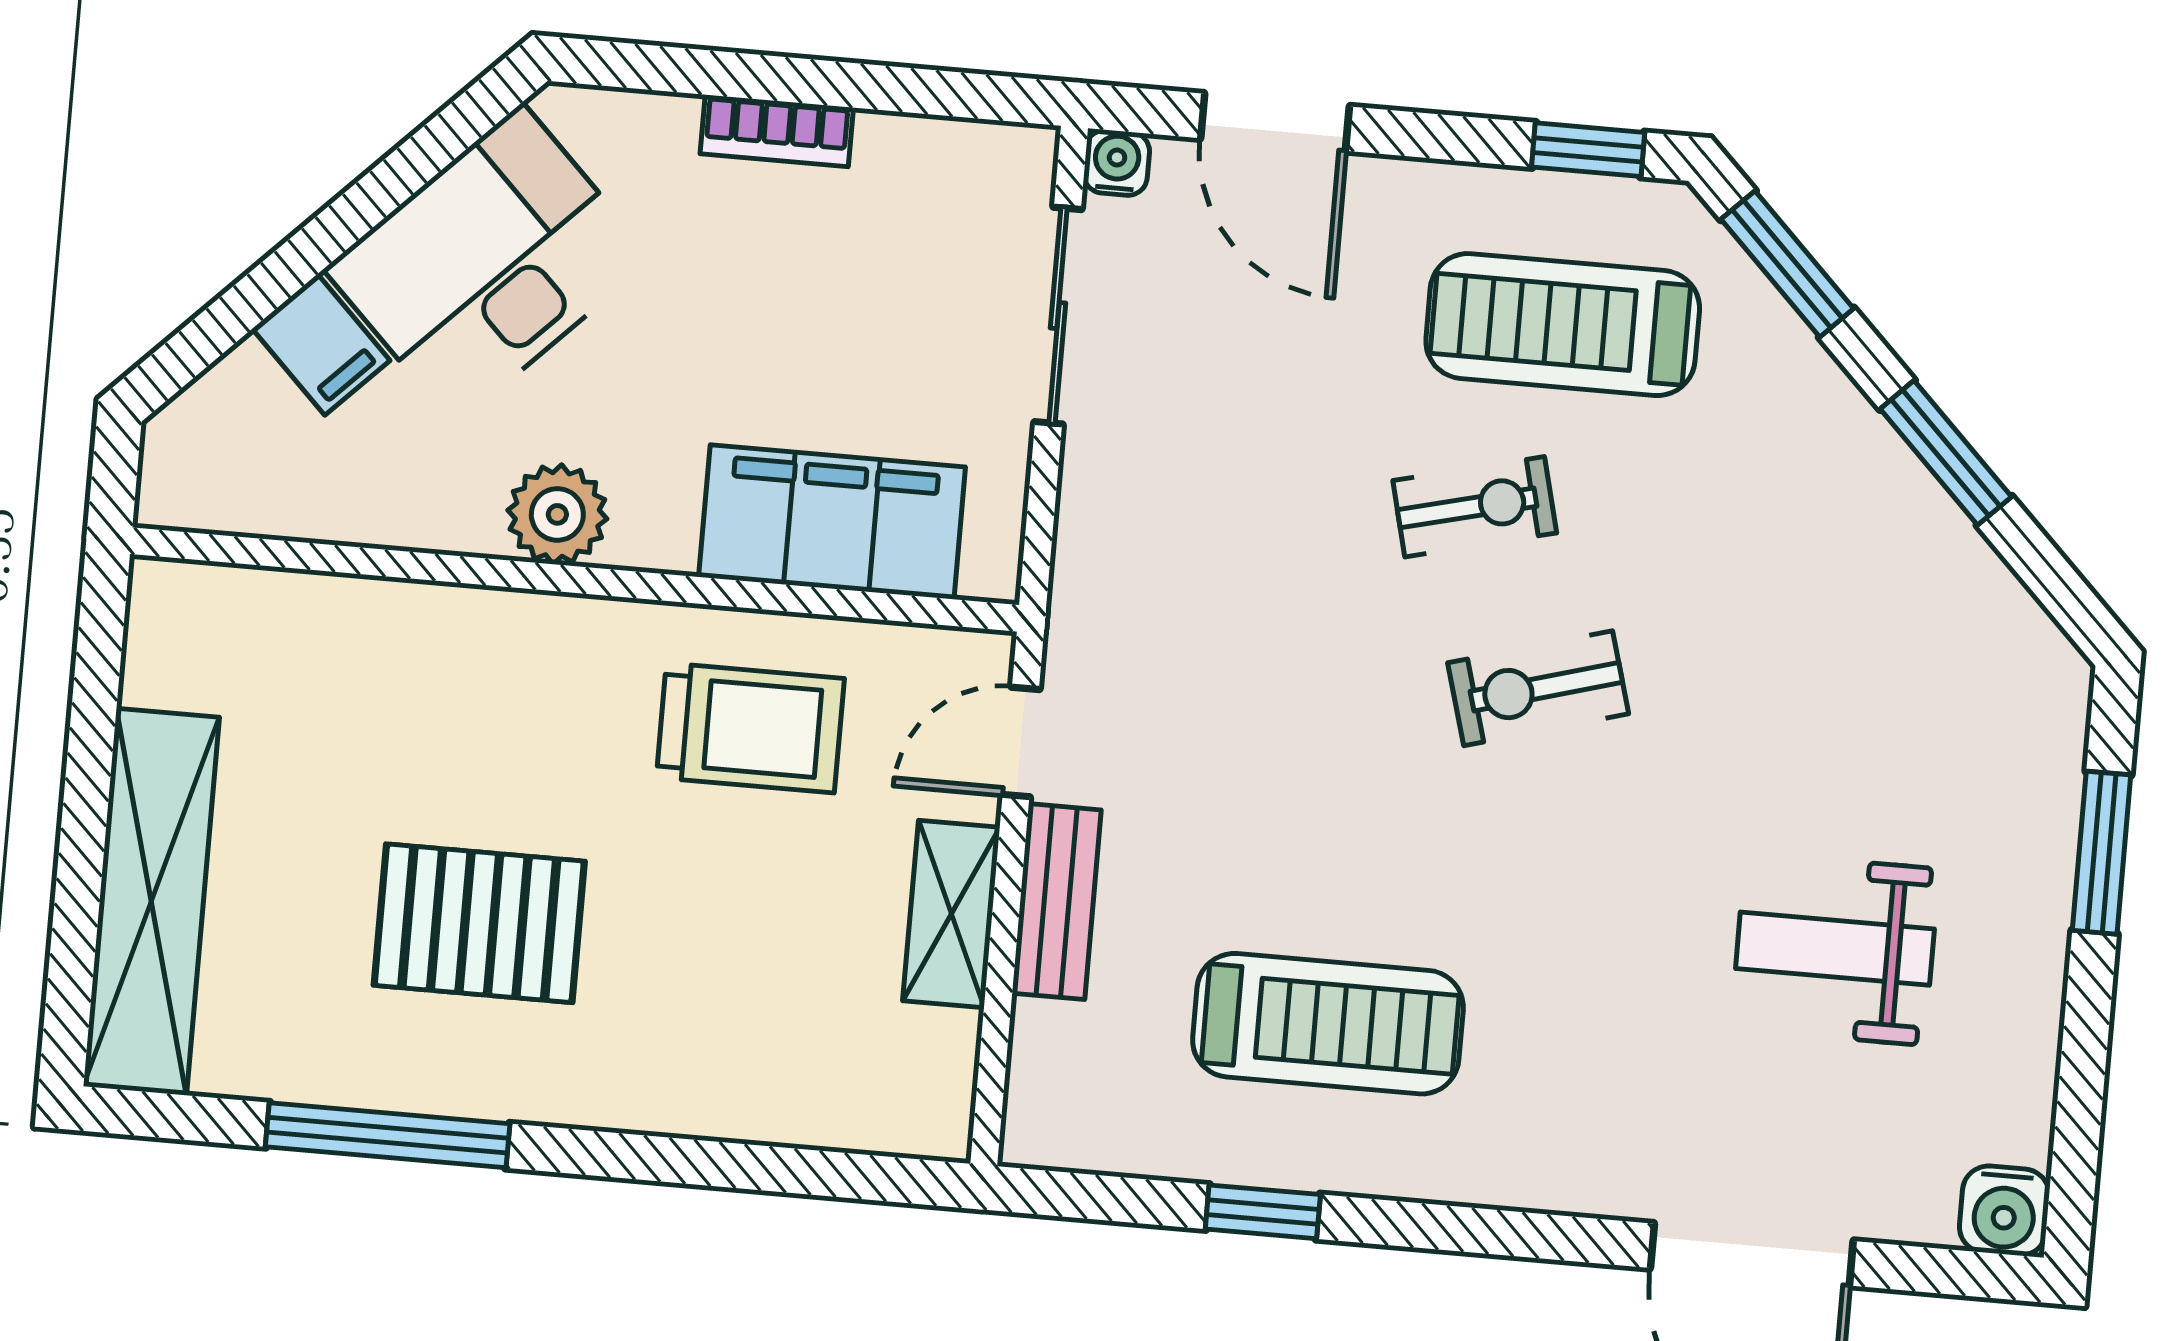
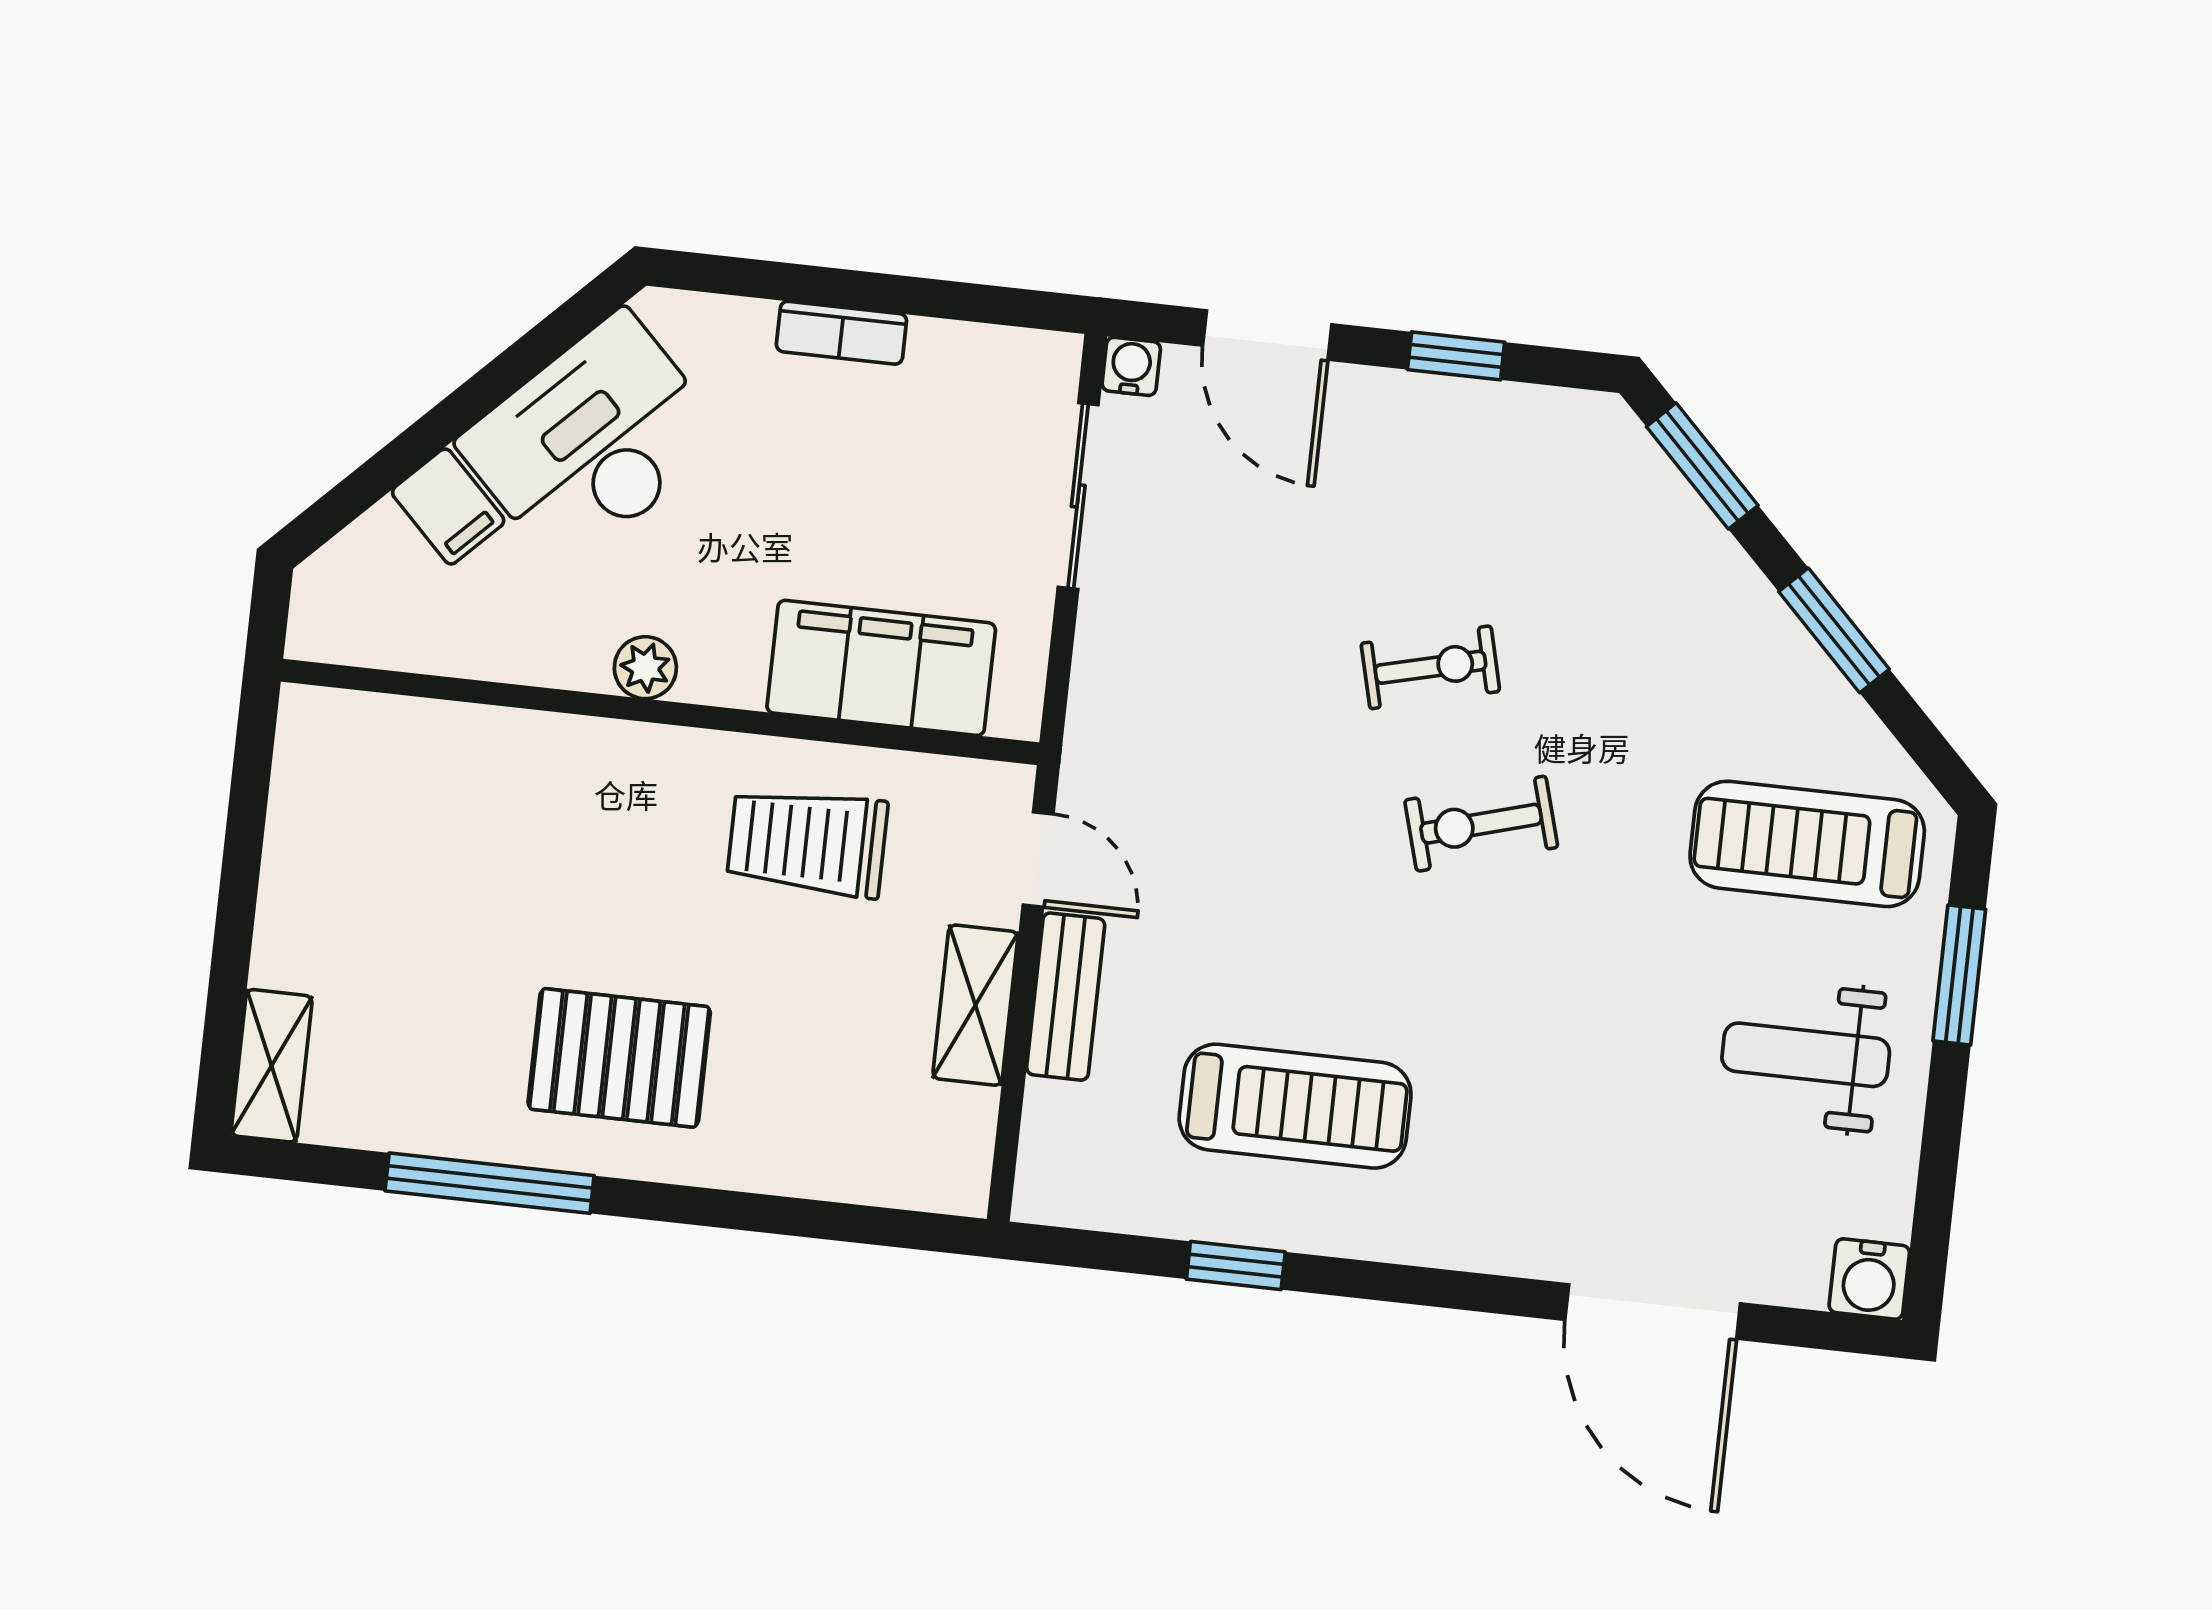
window: (1588, 150) -> (1456, 356), moved
treadmill: (1563, 325) -> (1807, 844), moved
plant: (557, 514) -> (645, 668), width x0.73, depth x0.73
trolley: (750, 728) -> (807, 842), turned 180
door: (1021, 742) -> (1038, 859), swing flipped
shelving: (151, 902) -> (272, 1066), width x0.45, depth x0.75
pallet: (479, 923) -> (619, 1058), moved
weight bench: (1835, 949) -> (1806, 1055), moved

